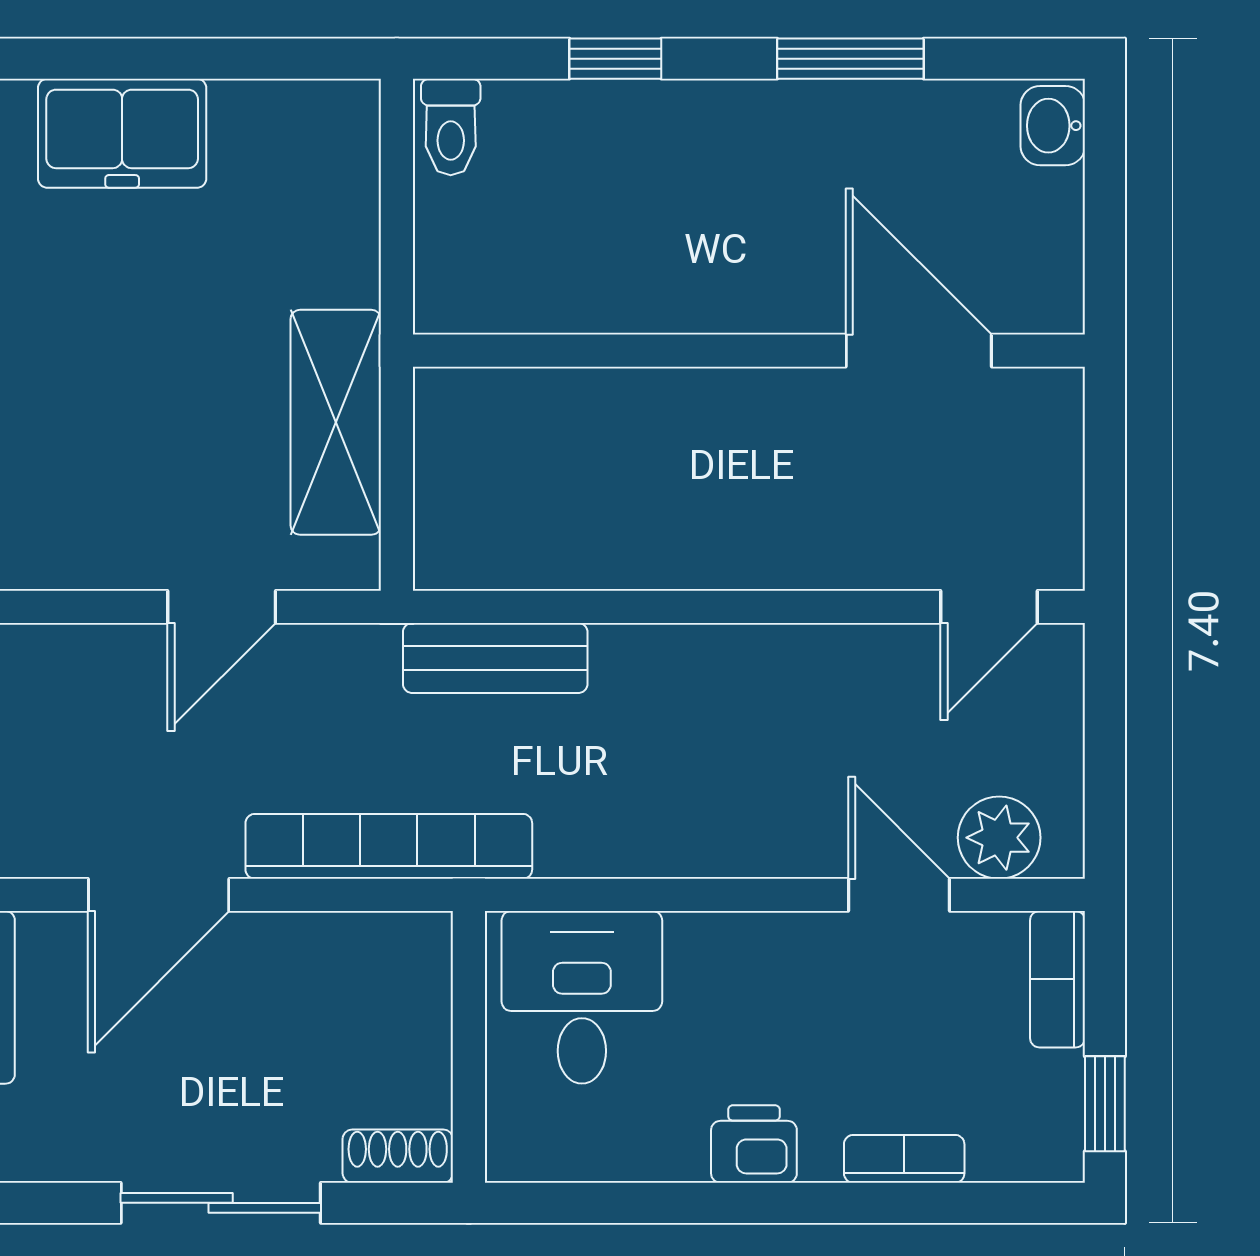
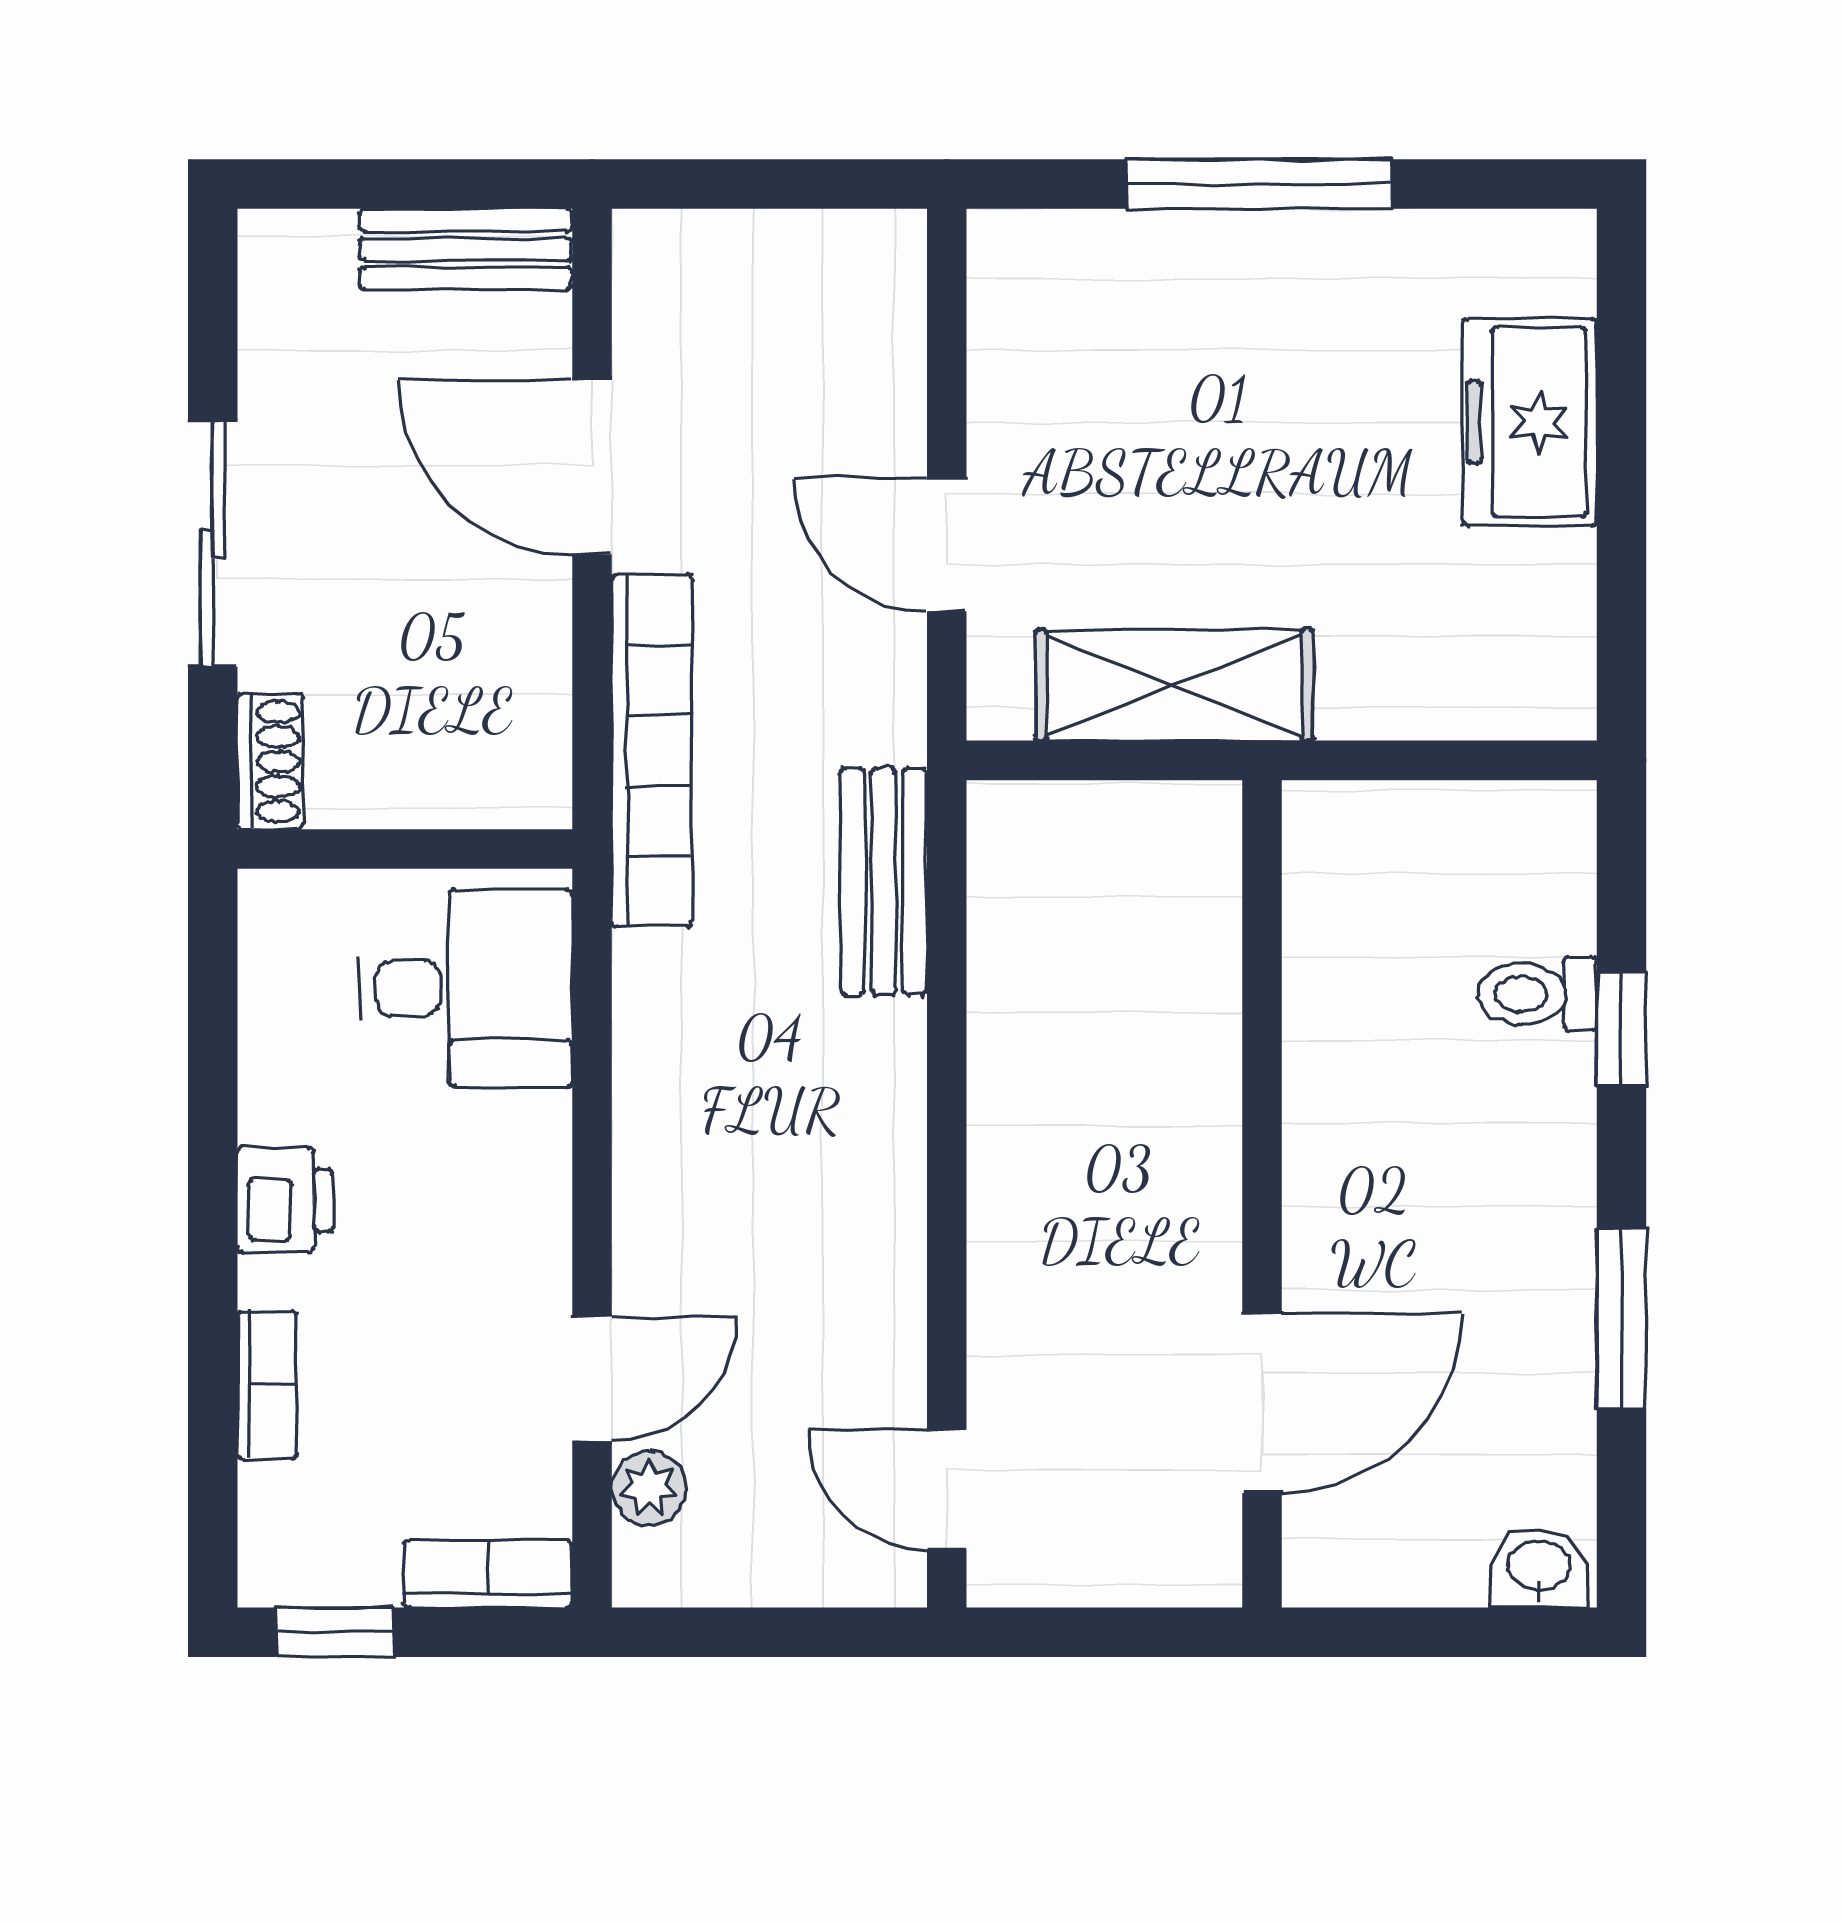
toilet: (451, 127) -> (1537, 994), moved
plant: (999, 838) -> (649, 1488), width x0.73, depth x0.73

